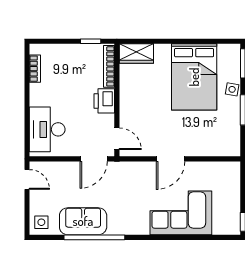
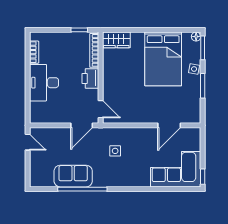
floor lamp: (235, 49) -> (196, 37), added
desk: (47, 129) -> (44, 83), moved
door: (171, 159) -> (169, 125), moved
corner sofa: (181, 213) -> (176, 169), moved
side table: (41, 222) -> (115, 151), moved

